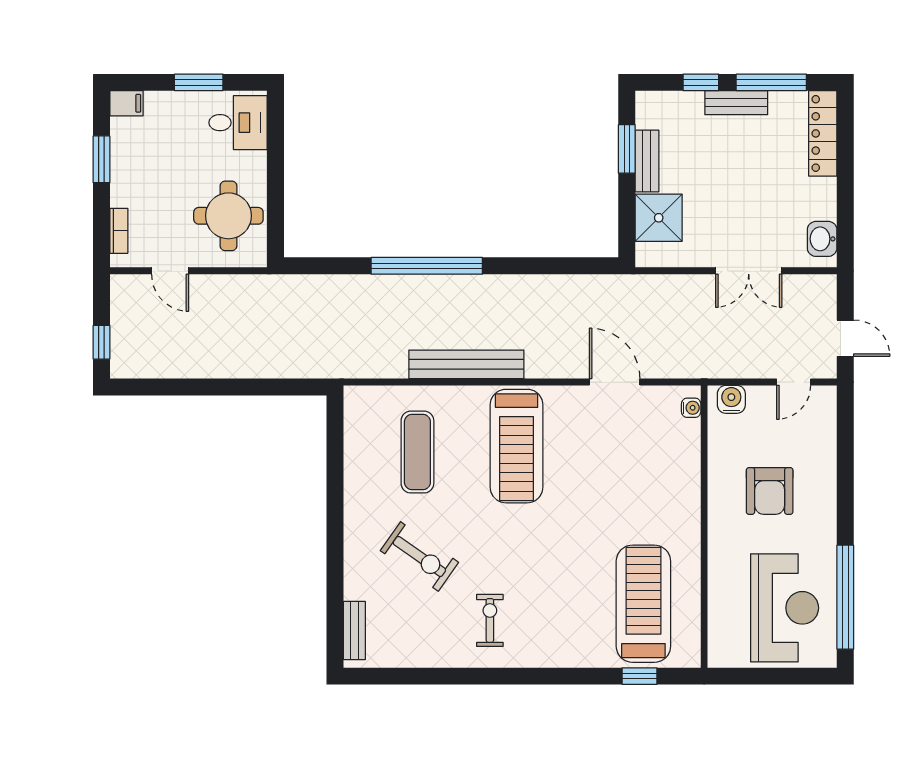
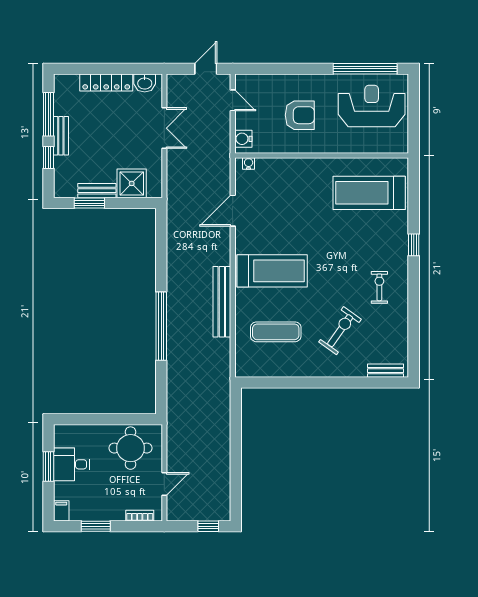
desk: (238, 123) -> (71, 464), moved, turned -90
locker: (823, 133) -> (106, 82), moved
exercise bike: (490, 620) -> (379, 287), turned 90
window: (640, 676) -> (414, 245), moved

